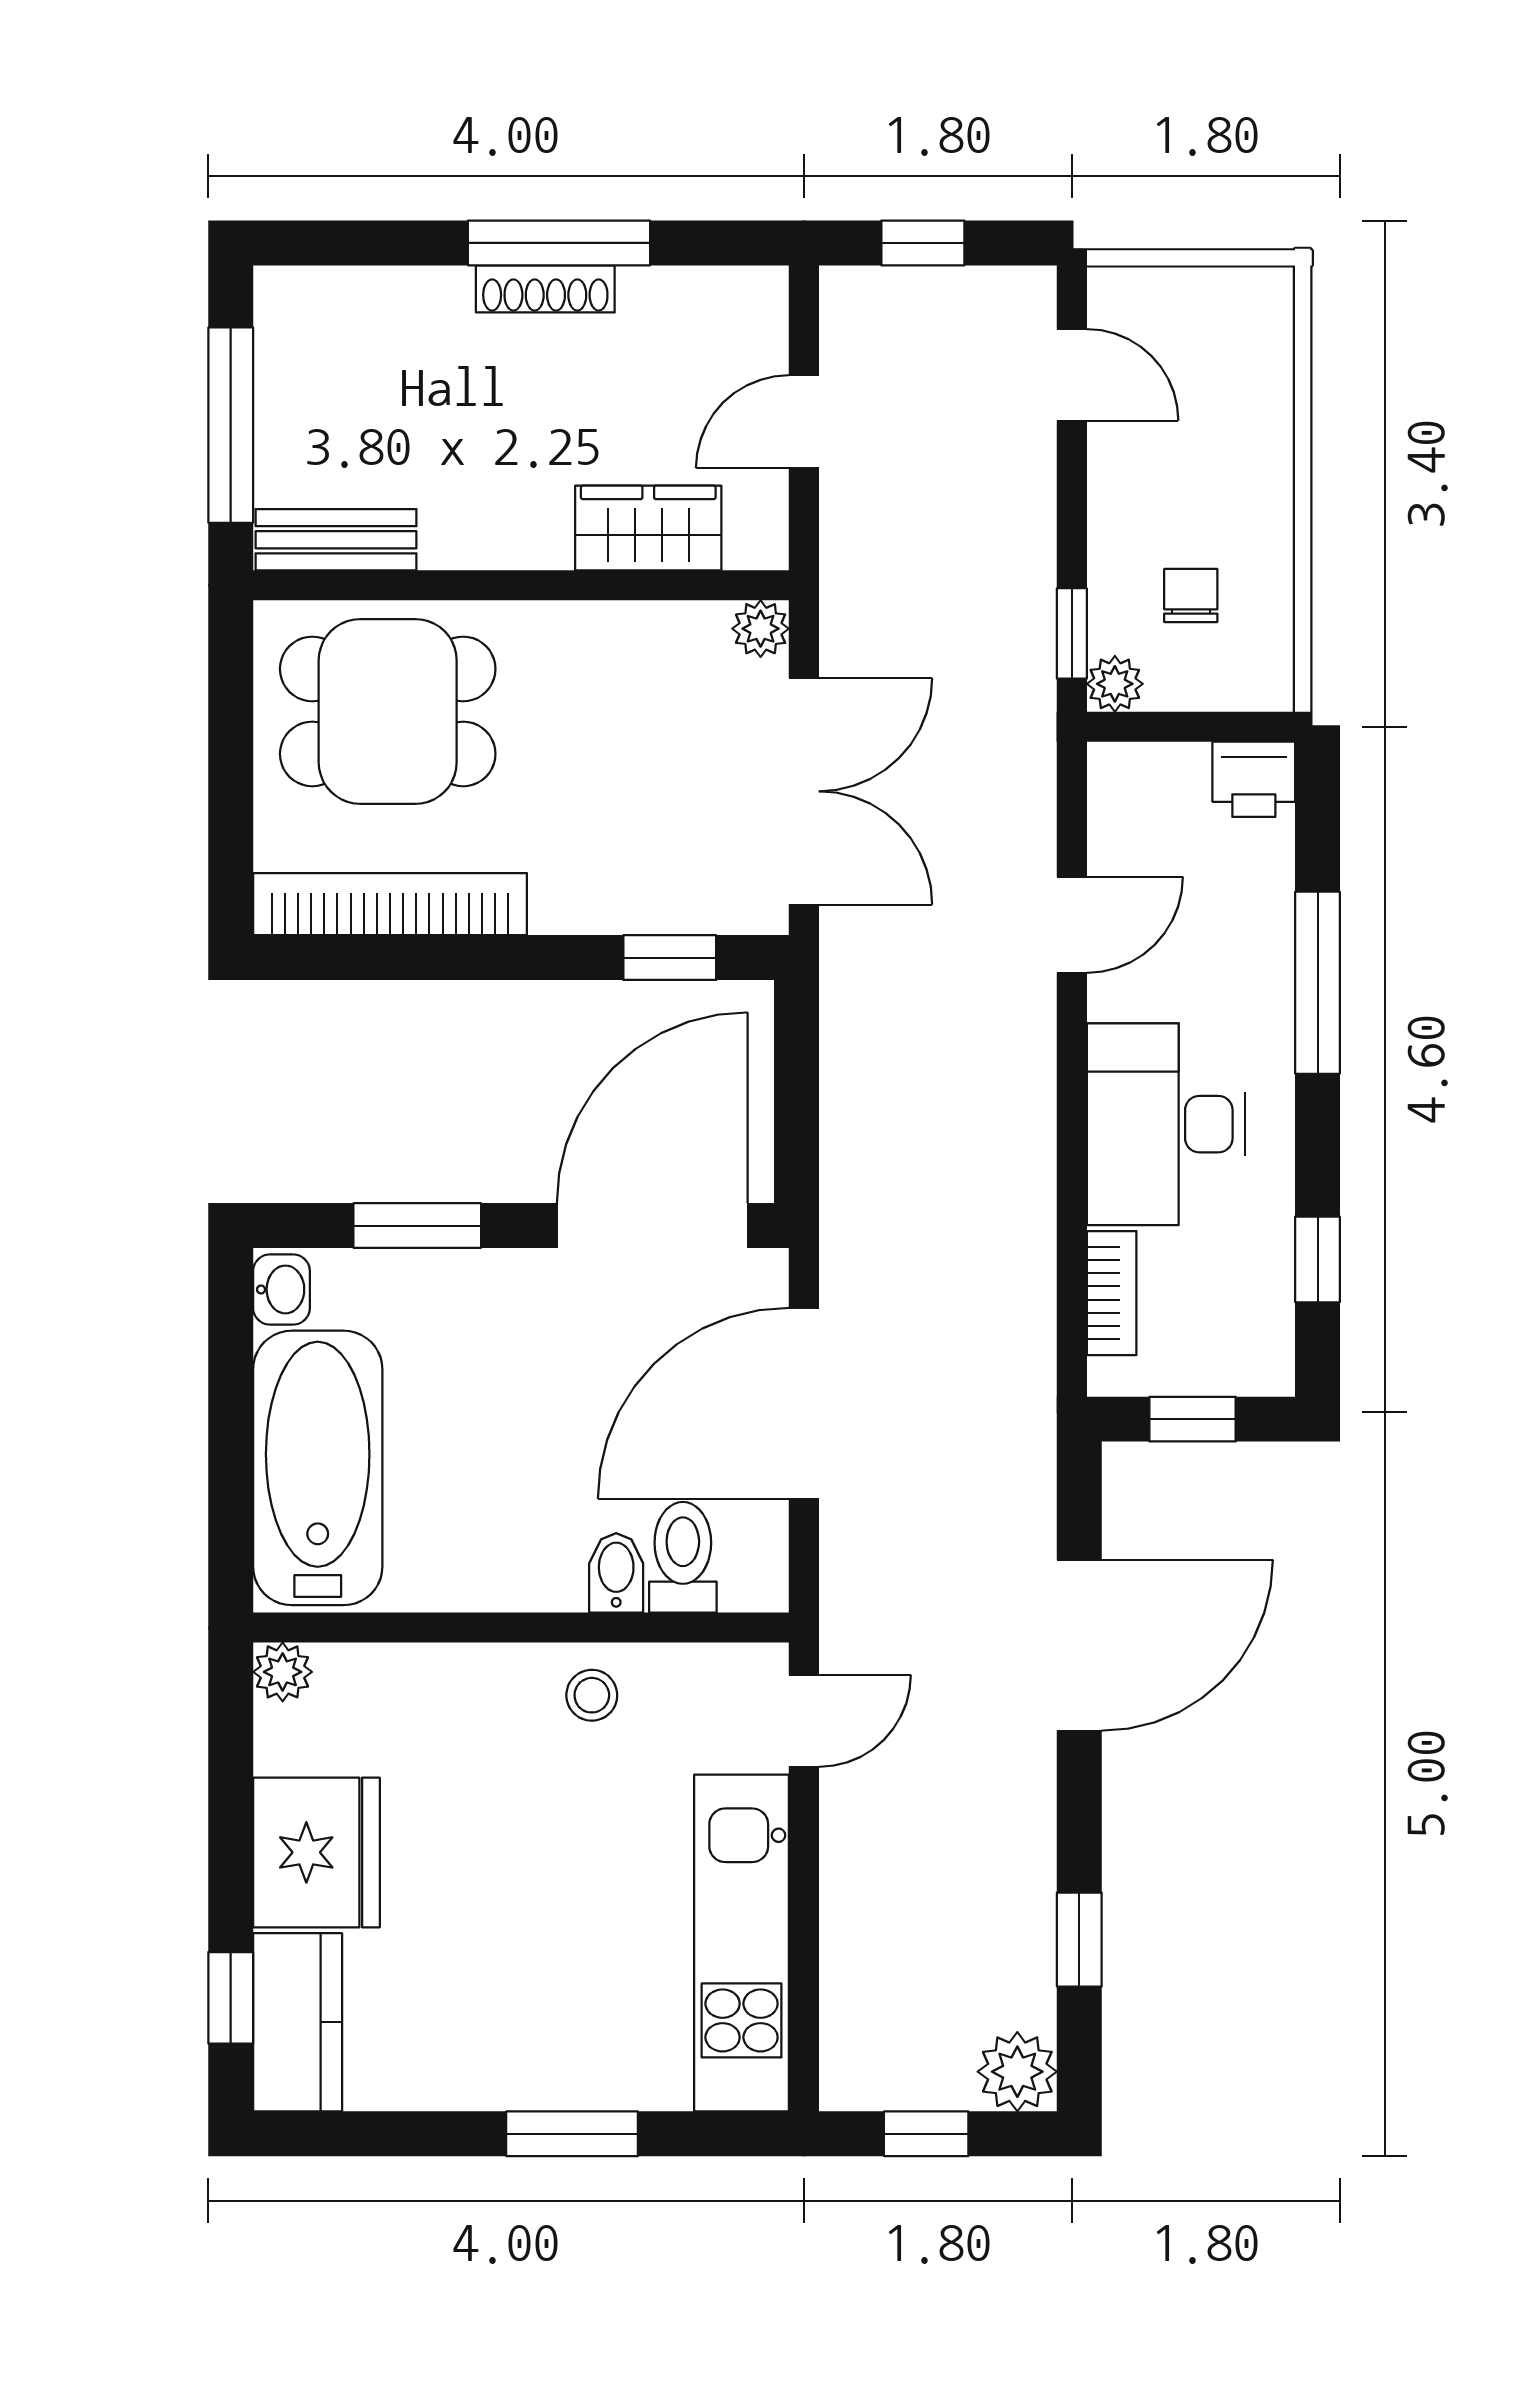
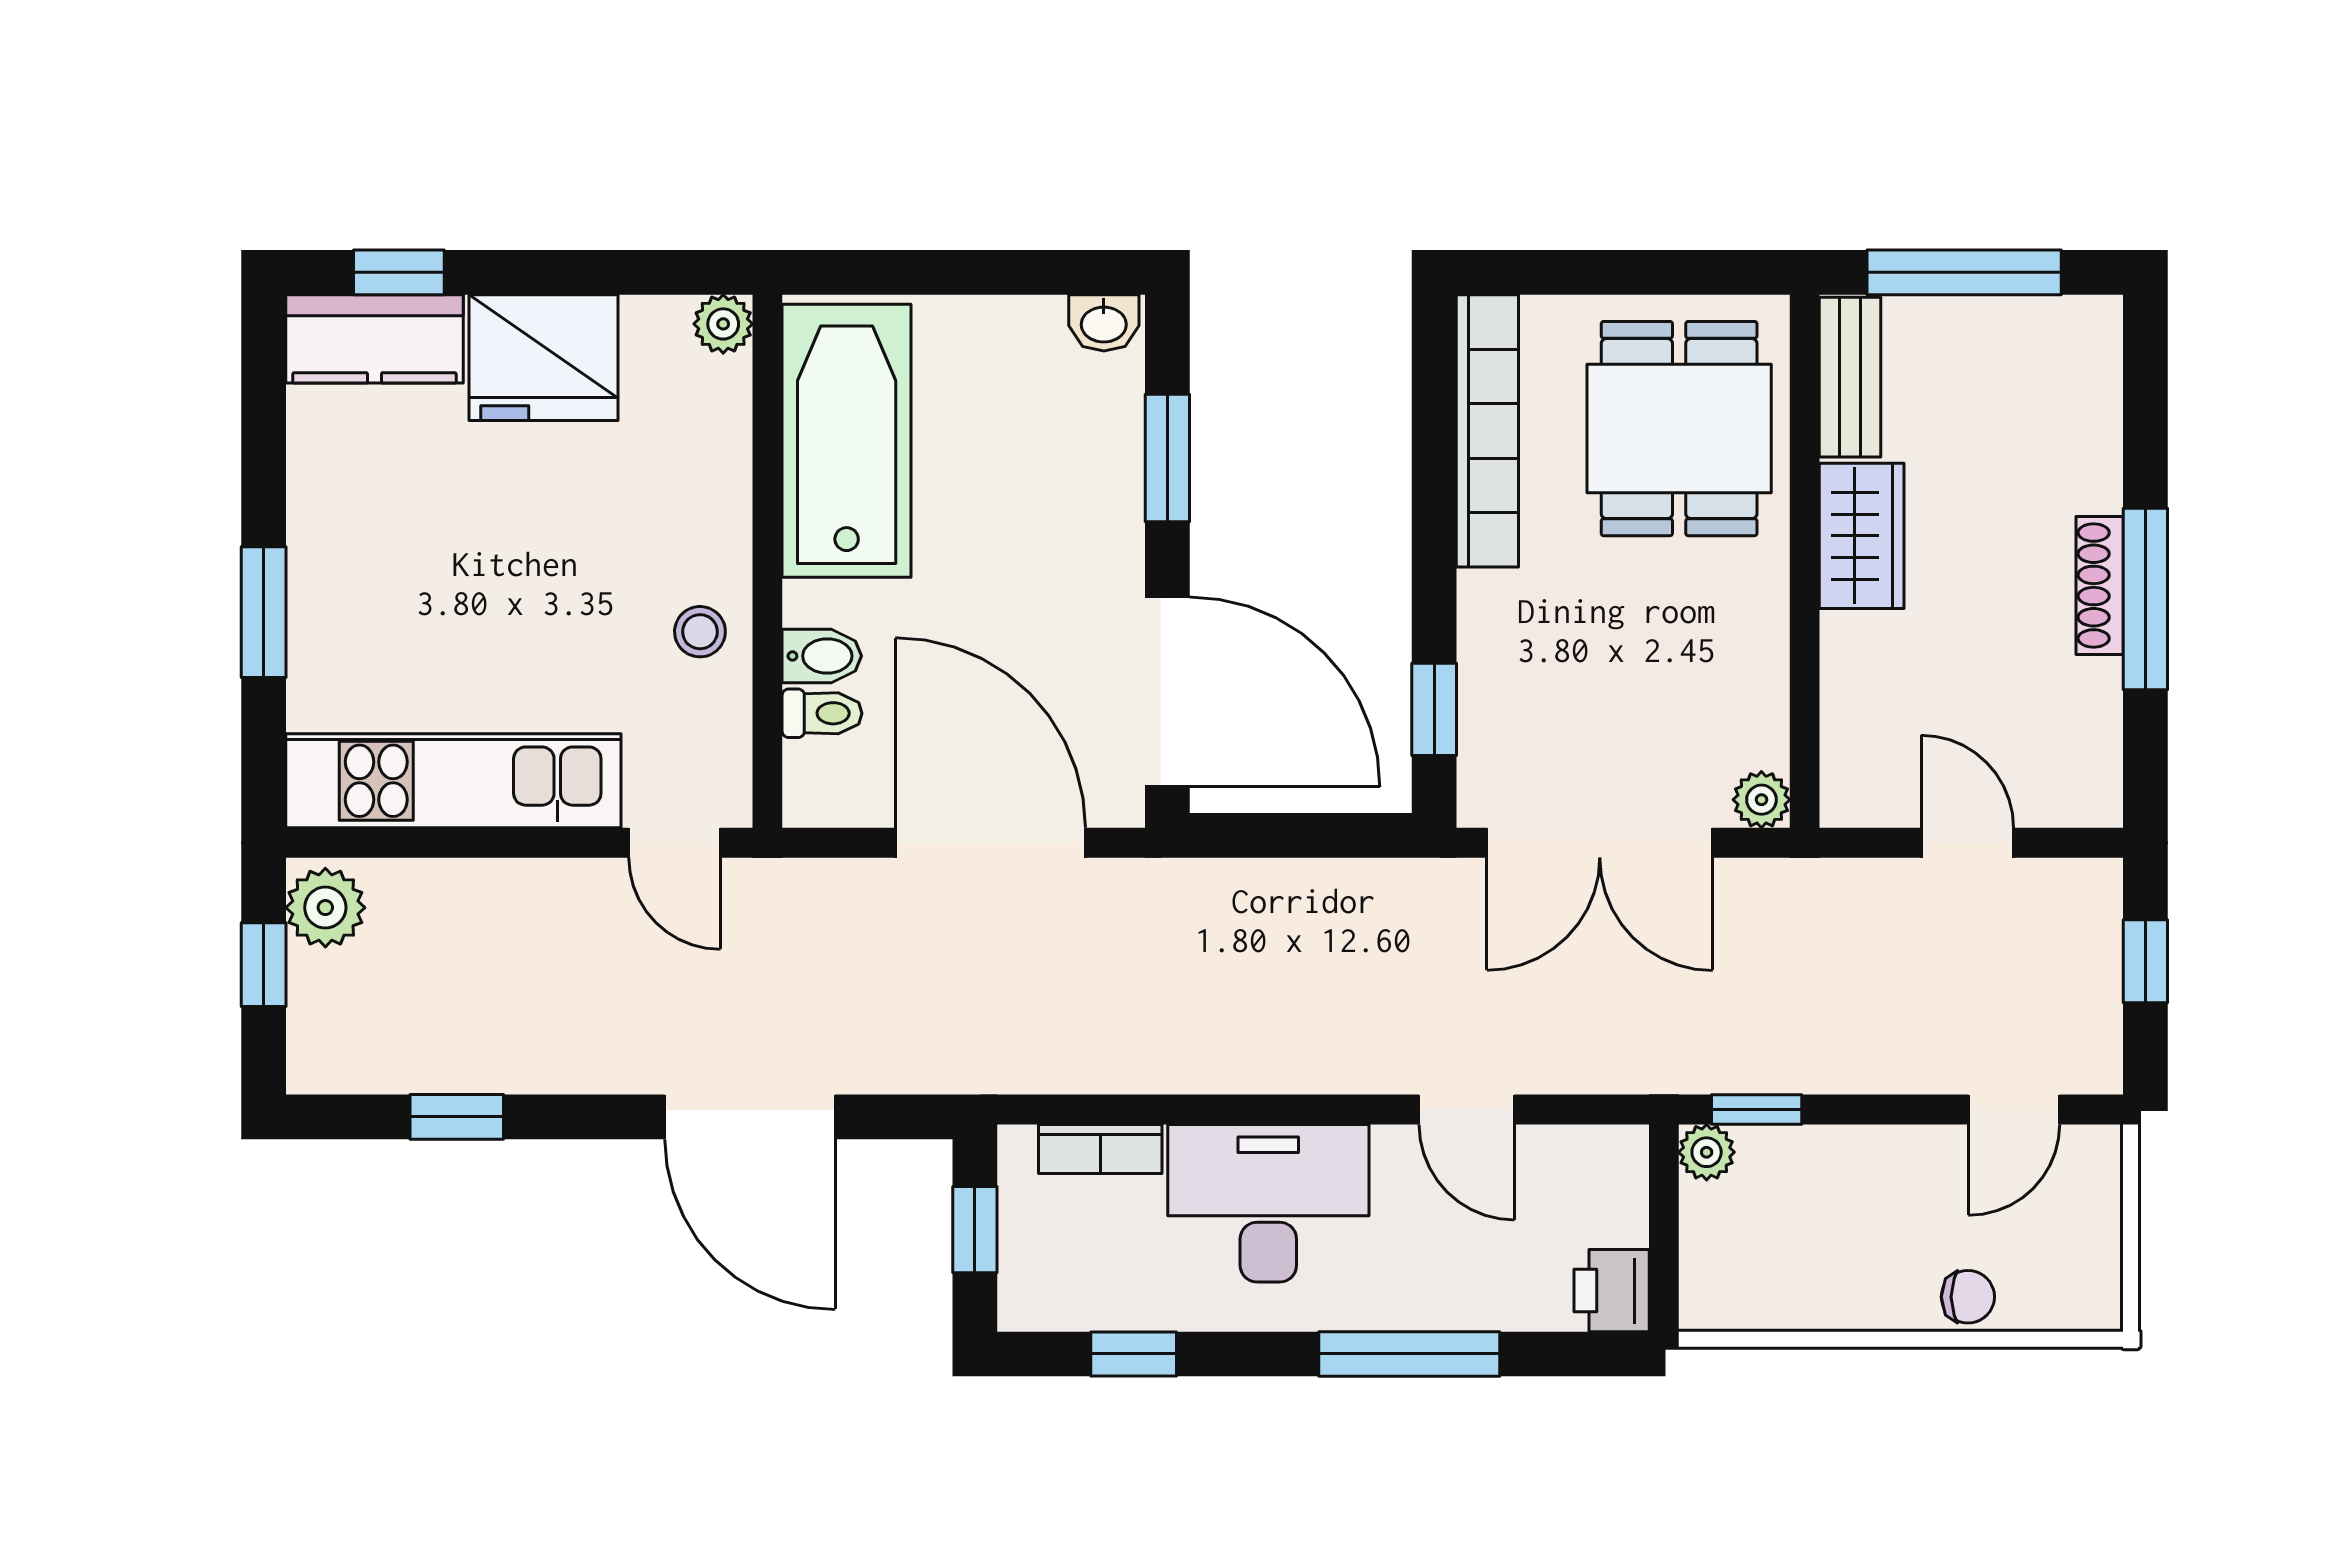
wardrobe: (648, 528) -> (1862, 536), moved
chair: (1191, 595) -> (1968, 1297), moved
bathtub: (318, 1468) -> (847, 441), moved, turned -90
toilet: (683, 1557) -> (822, 713), width x0.73, depth x0.72
plant: (1017, 2072) -> (325, 908), moved

